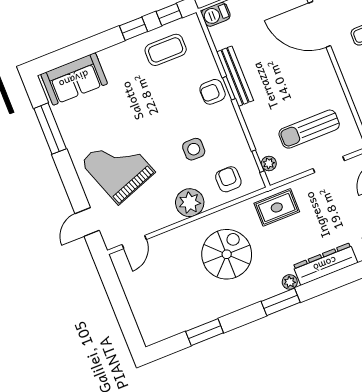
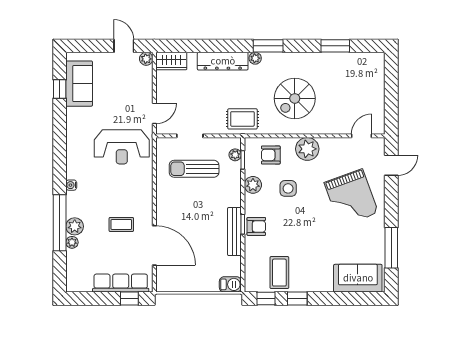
coffee table: (166, 50) -> (279, 273), turned 90
sun lounger: (309, 129) -> (194, 169), turned 180
plant: (235, 137) -> (253, 185), added
armchair: (228, 179) -> (271, 155), turned 90

